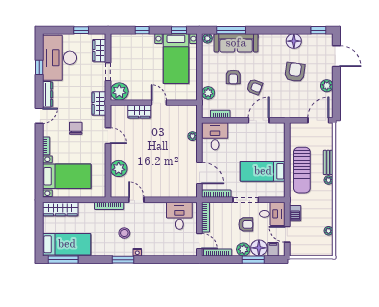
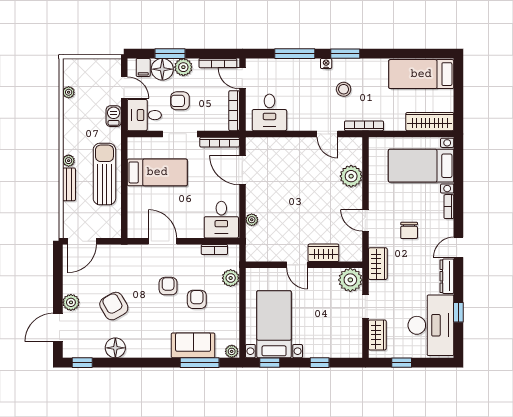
sofa: (236, 43) -> (193, 345), width x0.73
door: (336, 56) -> (58, 327), hinge flipped
armchair: (295, 72) -> (114, 306), turned 142
plant: (327, 86) -> (71, 302), moved
armchair: (255, 87) -> (168, 286), turned 69
door: (259, 120) -> (163, 241), swing flipped
window: (63, 260) -> (295, 54), moved

